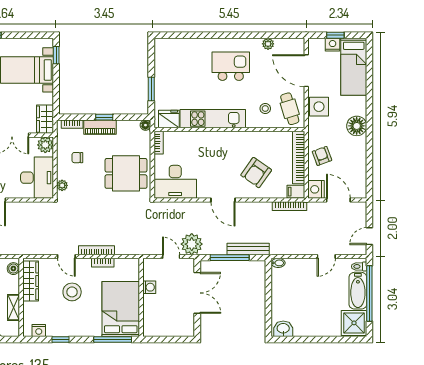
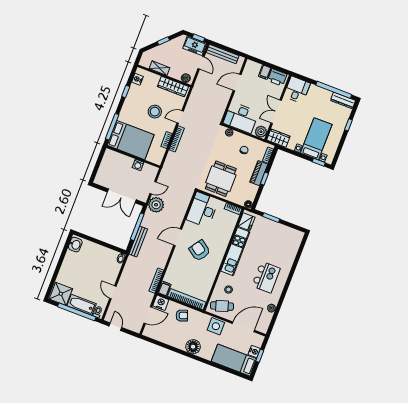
armchair: (256, 173) -> (200, 250), moved

